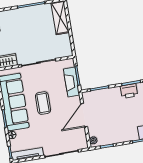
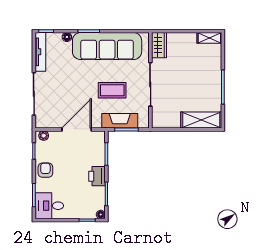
printer: (129, 91) -> (97, 176), moved
coffee table: (43, 103) -> (112, 90), moved
door: (84, 115) -> (77, 129), hinge flipped
armchair: (120, 134) -> (45, 170), added

